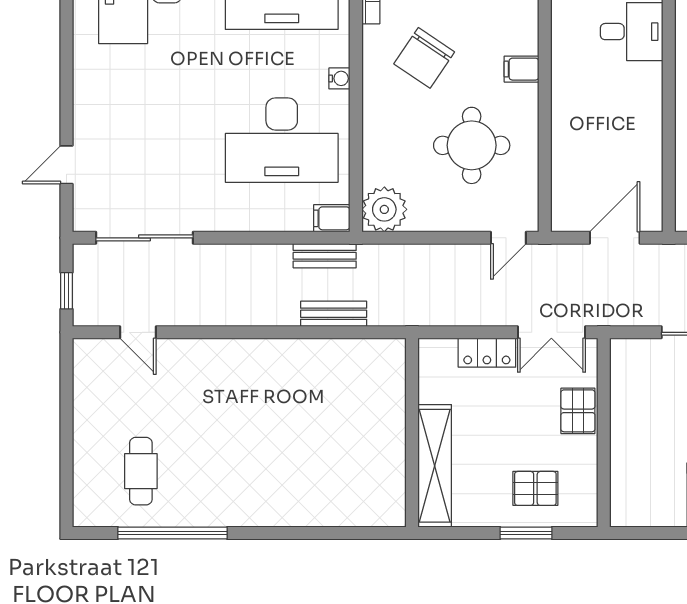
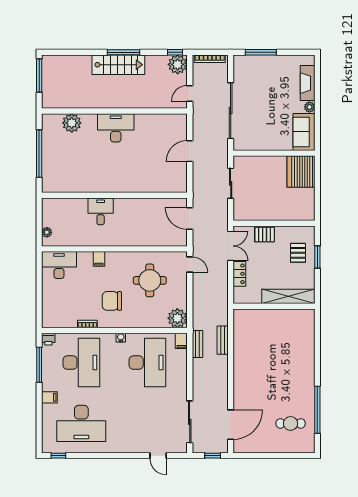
chair: (424, 58) -> (112, 301), turned 146
filing cabinet: (522, 69) -> (99, 259), moved
door: (138, 332) -> (231, 425), width x1.88

